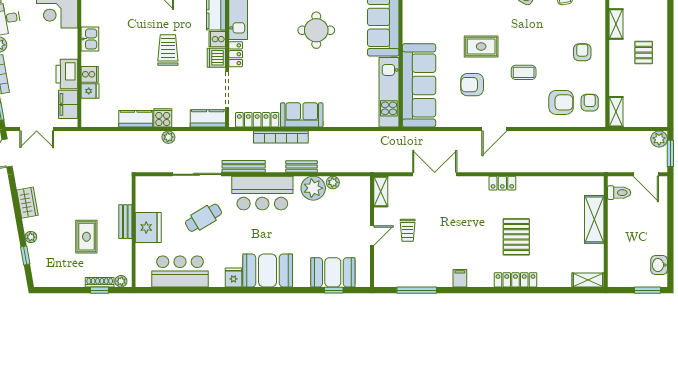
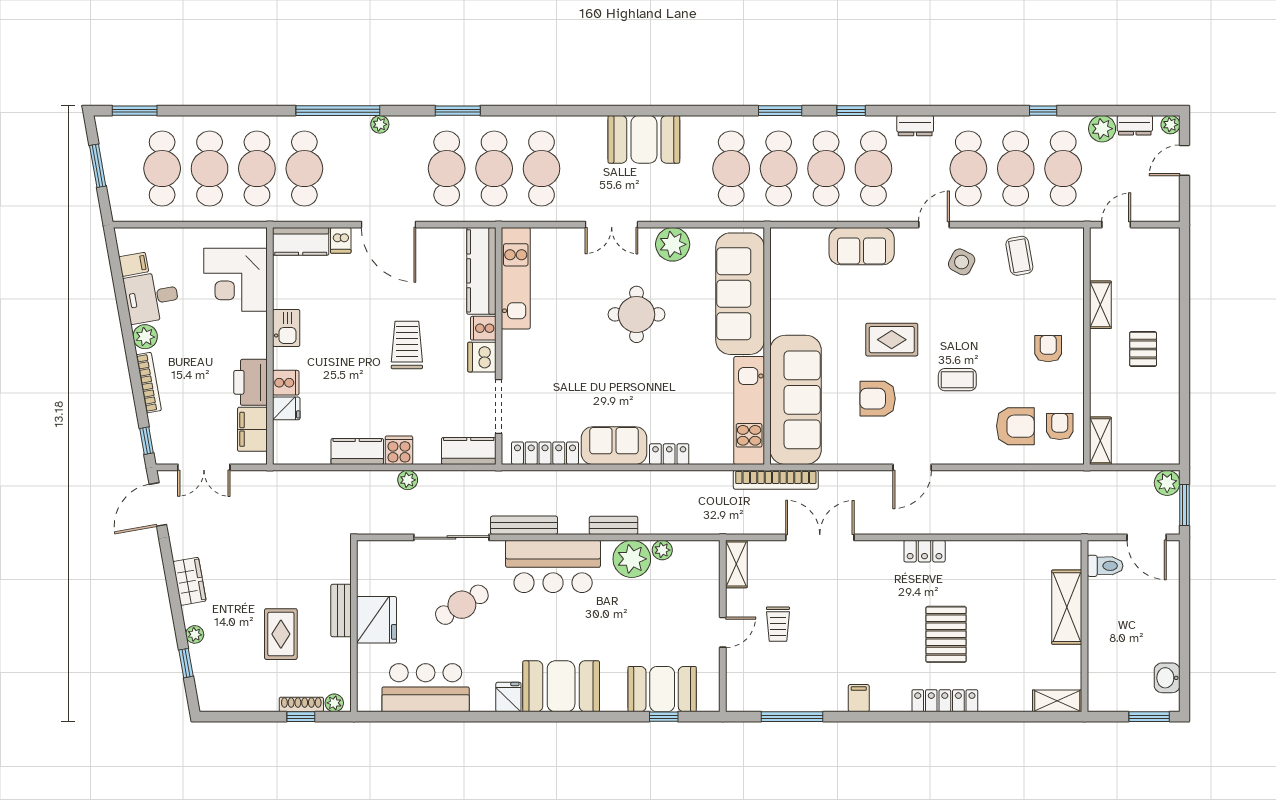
locker: (236, 54) -> (669, 454), moved, turned -90
bookcase: (281, 137) -> (776, 480), moved

